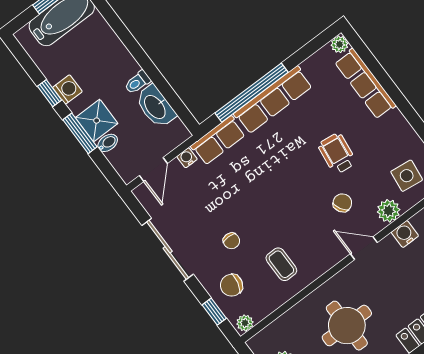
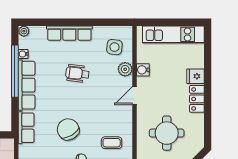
row of seats: (365, 84) -> (69, 33), moved
window: (252, 93) -> (15, 71), moved
water cooler: (187, 158) -> (23, 54), moved
chair: (342, 203) -> (68, 129), moved, width x1.87, depth x1.87

